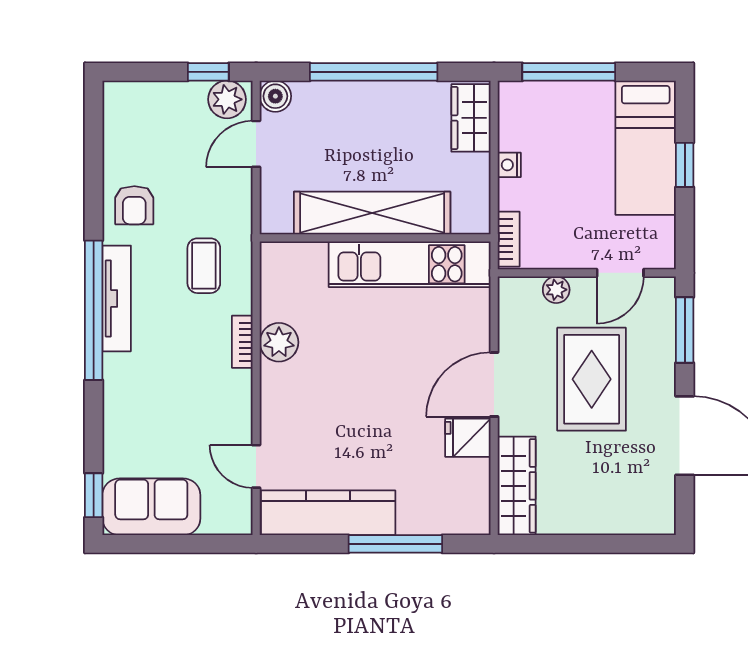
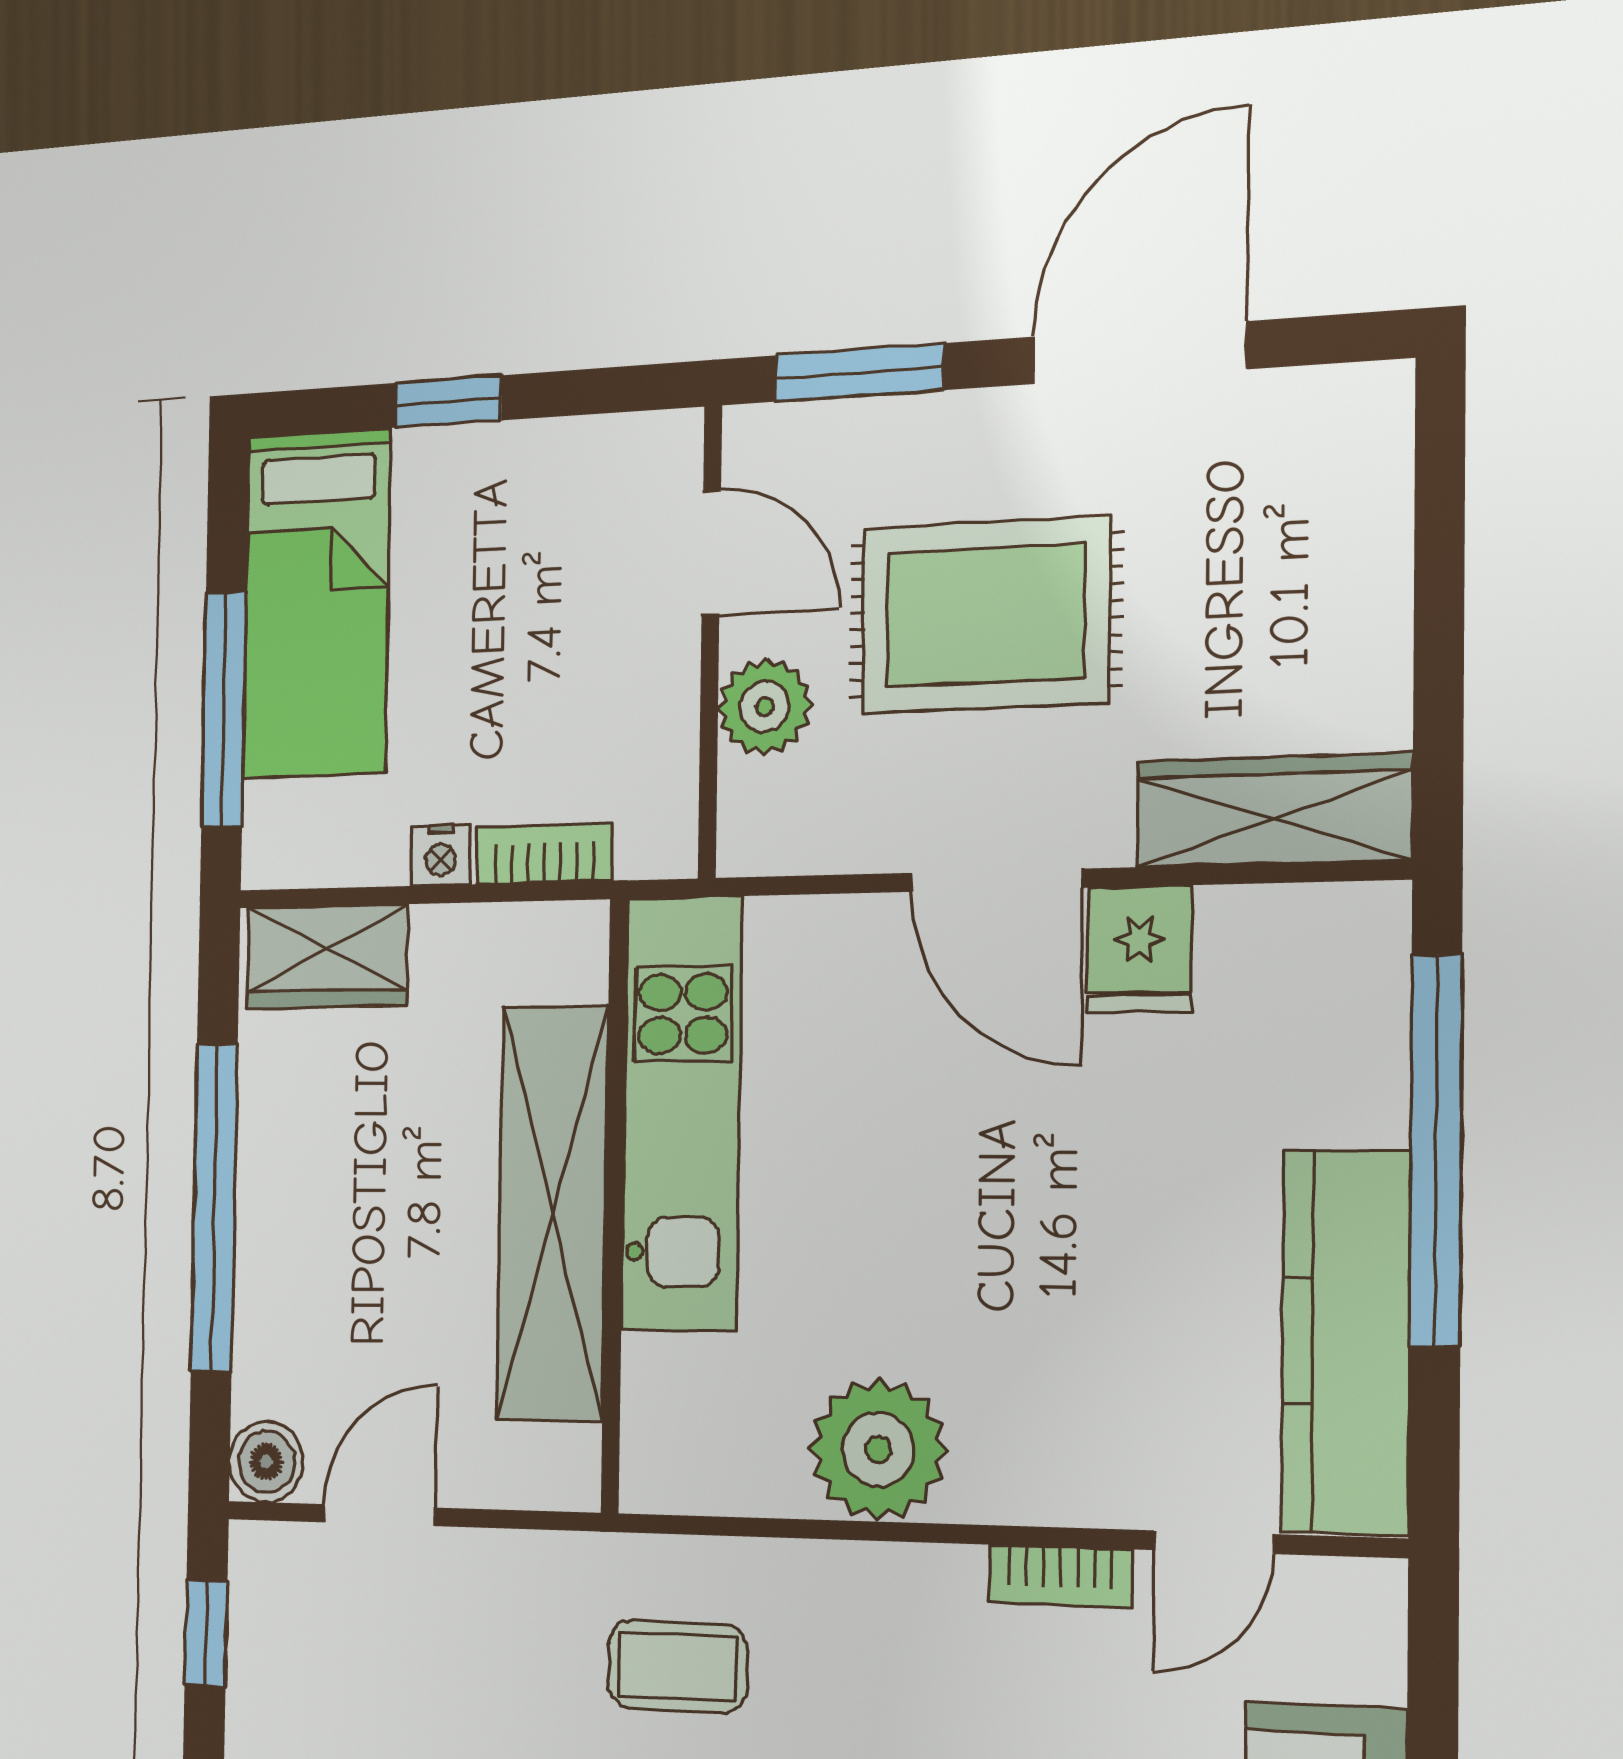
plant: (227, 99) -> (272, 1587), removed
door: (256, 144) -> (379, 1515), swing flipped
bed: (646, 148) -> (317, 604), moved, turned 90
bookcase: (509, 239) -> (545, 854), moved
plant: (556, 290) -> (765, 707), width x1.38, depth x1.38
bookcase: (242, 342) -> (1060, 1576), moved
plant: (279, 342) -> (878, 1449), width x1.36, depth x1.36
window: (395, 544) -> (1436, 1150), width x1.46

